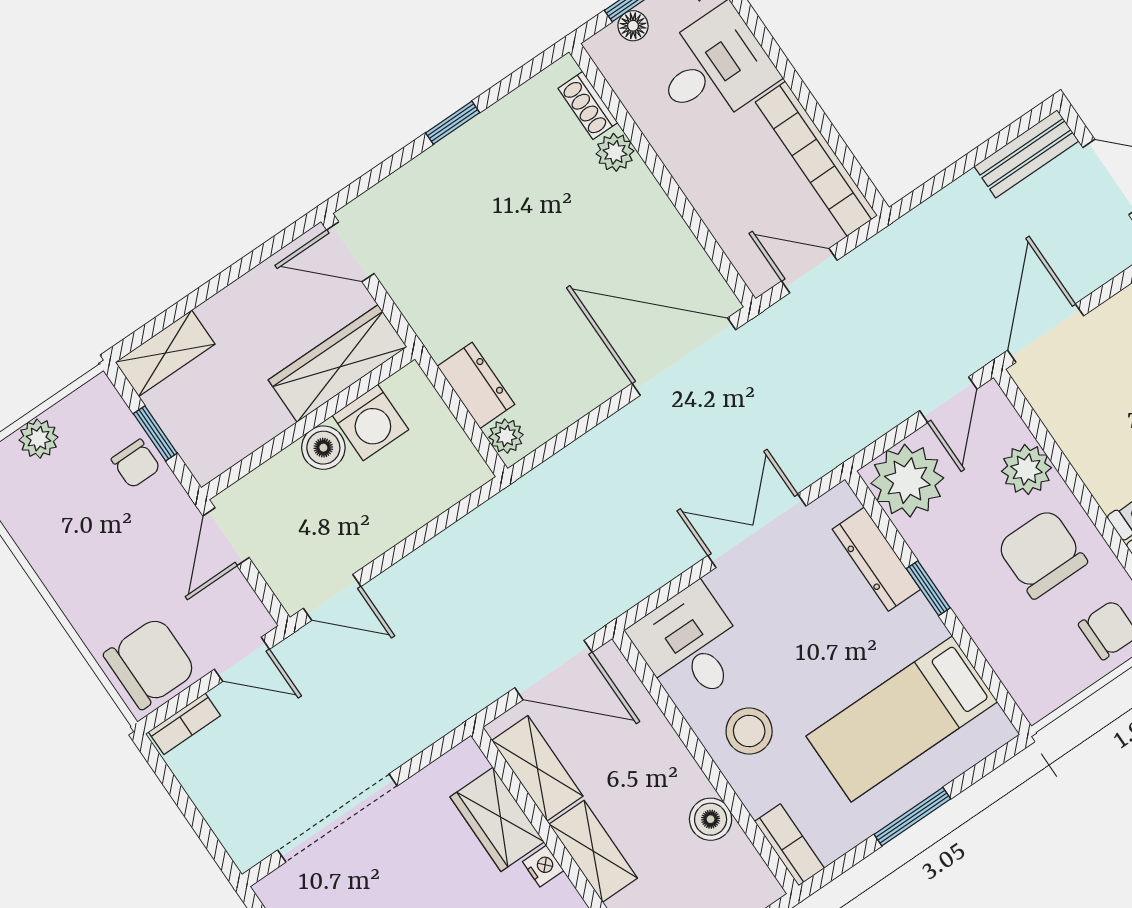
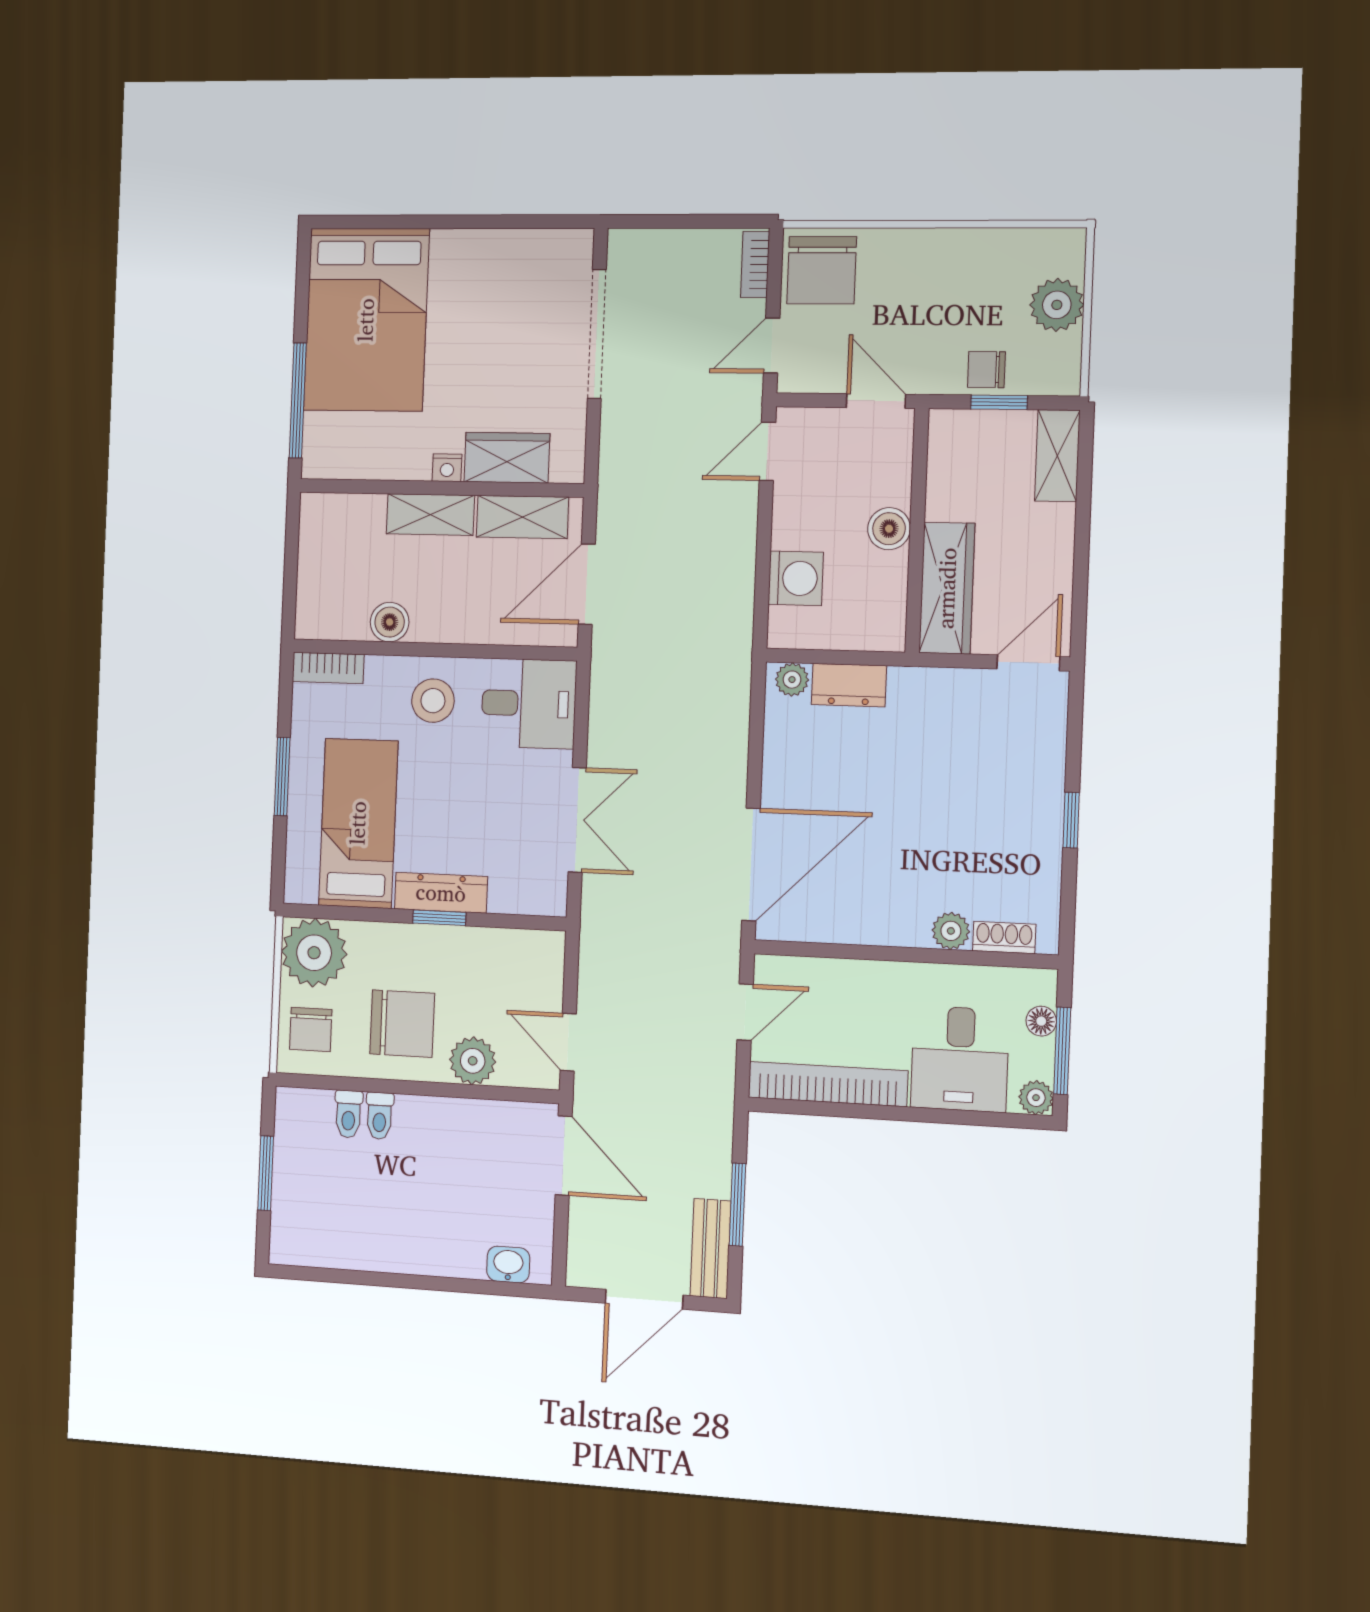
window: (973, 159) -> (737, 1205), added
washing machine: (370, 423) -> (796, 578), moved, turned 180
plant: (38, 439) -> (1057, 305), width x1.38, depth x1.38
plant: (907, 481) -> (314, 953), moved
dresser: (876, 559) -> (441, 893), moved

